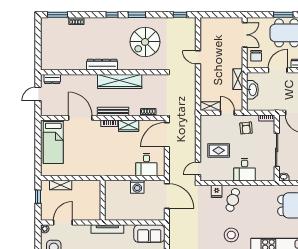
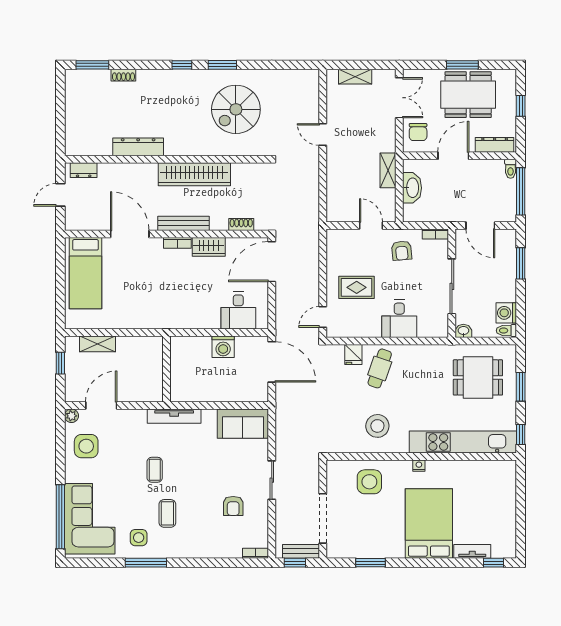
window: (180, 15) -> (293, 65), removed
dresser: (102, 65) -> (138, 147), moved
shelving: (210, 106) -> (355, 77), moved

